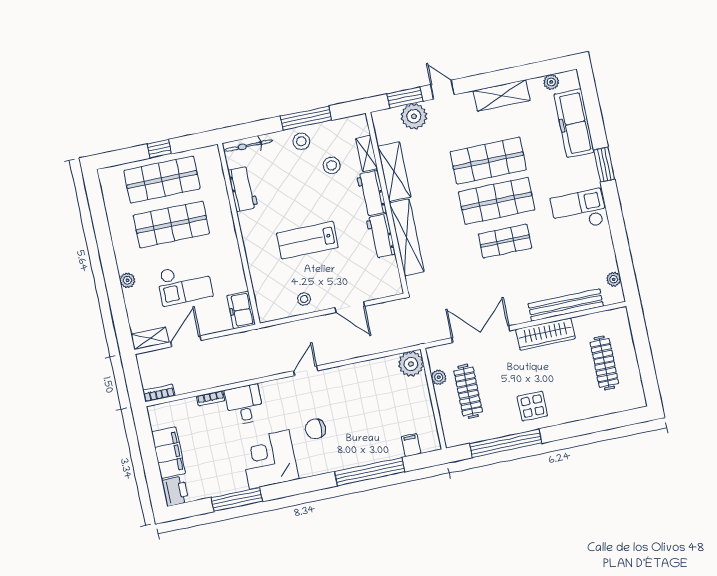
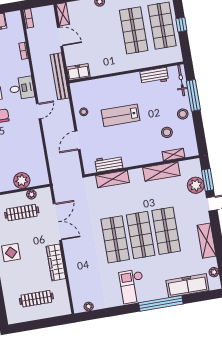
window: (306, 118) -> (193, 95), moved
window: (604, 165) -> (161, 303), width x2.11
workbench: (372, 193) -> (148, 157), removed
checkout: (579, 211) -> (132, 286), turned 180
workbench: (381, 236) -> (109, 164), moved
shelving: (407, 237) -> (113, 179), width x0.68
lab bench: (307, 240) -> (121, 115), turned -90
shop shelf: (505, 241) -> (115, 239), width x1.43, depth x1.36
checkout: (185, 284) -> (96, 37), removed
bench: (566, 305) -> (60, 76), moved
plant: (411, 364) -> (22, 180), moved
door: (306, 371) -> (39, 111), hinge flipped
desk: (244, 405) -> (22, 88), moved

